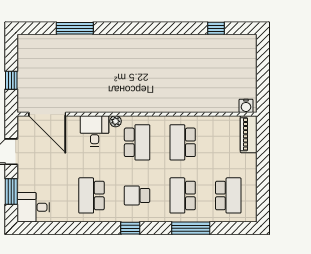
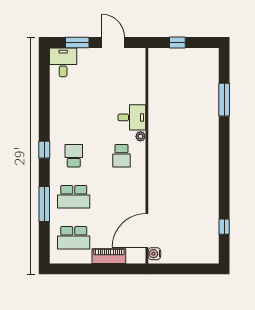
door: (47, 114) -> (147, 230), moved
piano: (249, 134) -> (109, 256), moved
school desk: (137, 142) -> (121, 156), width x0.54
school desk: (183, 142) -> (121, 197), removed
school desk: (91, 195) -> (74, 115), removed
school desk: (183, 195) -> (74, 197), turned 180

